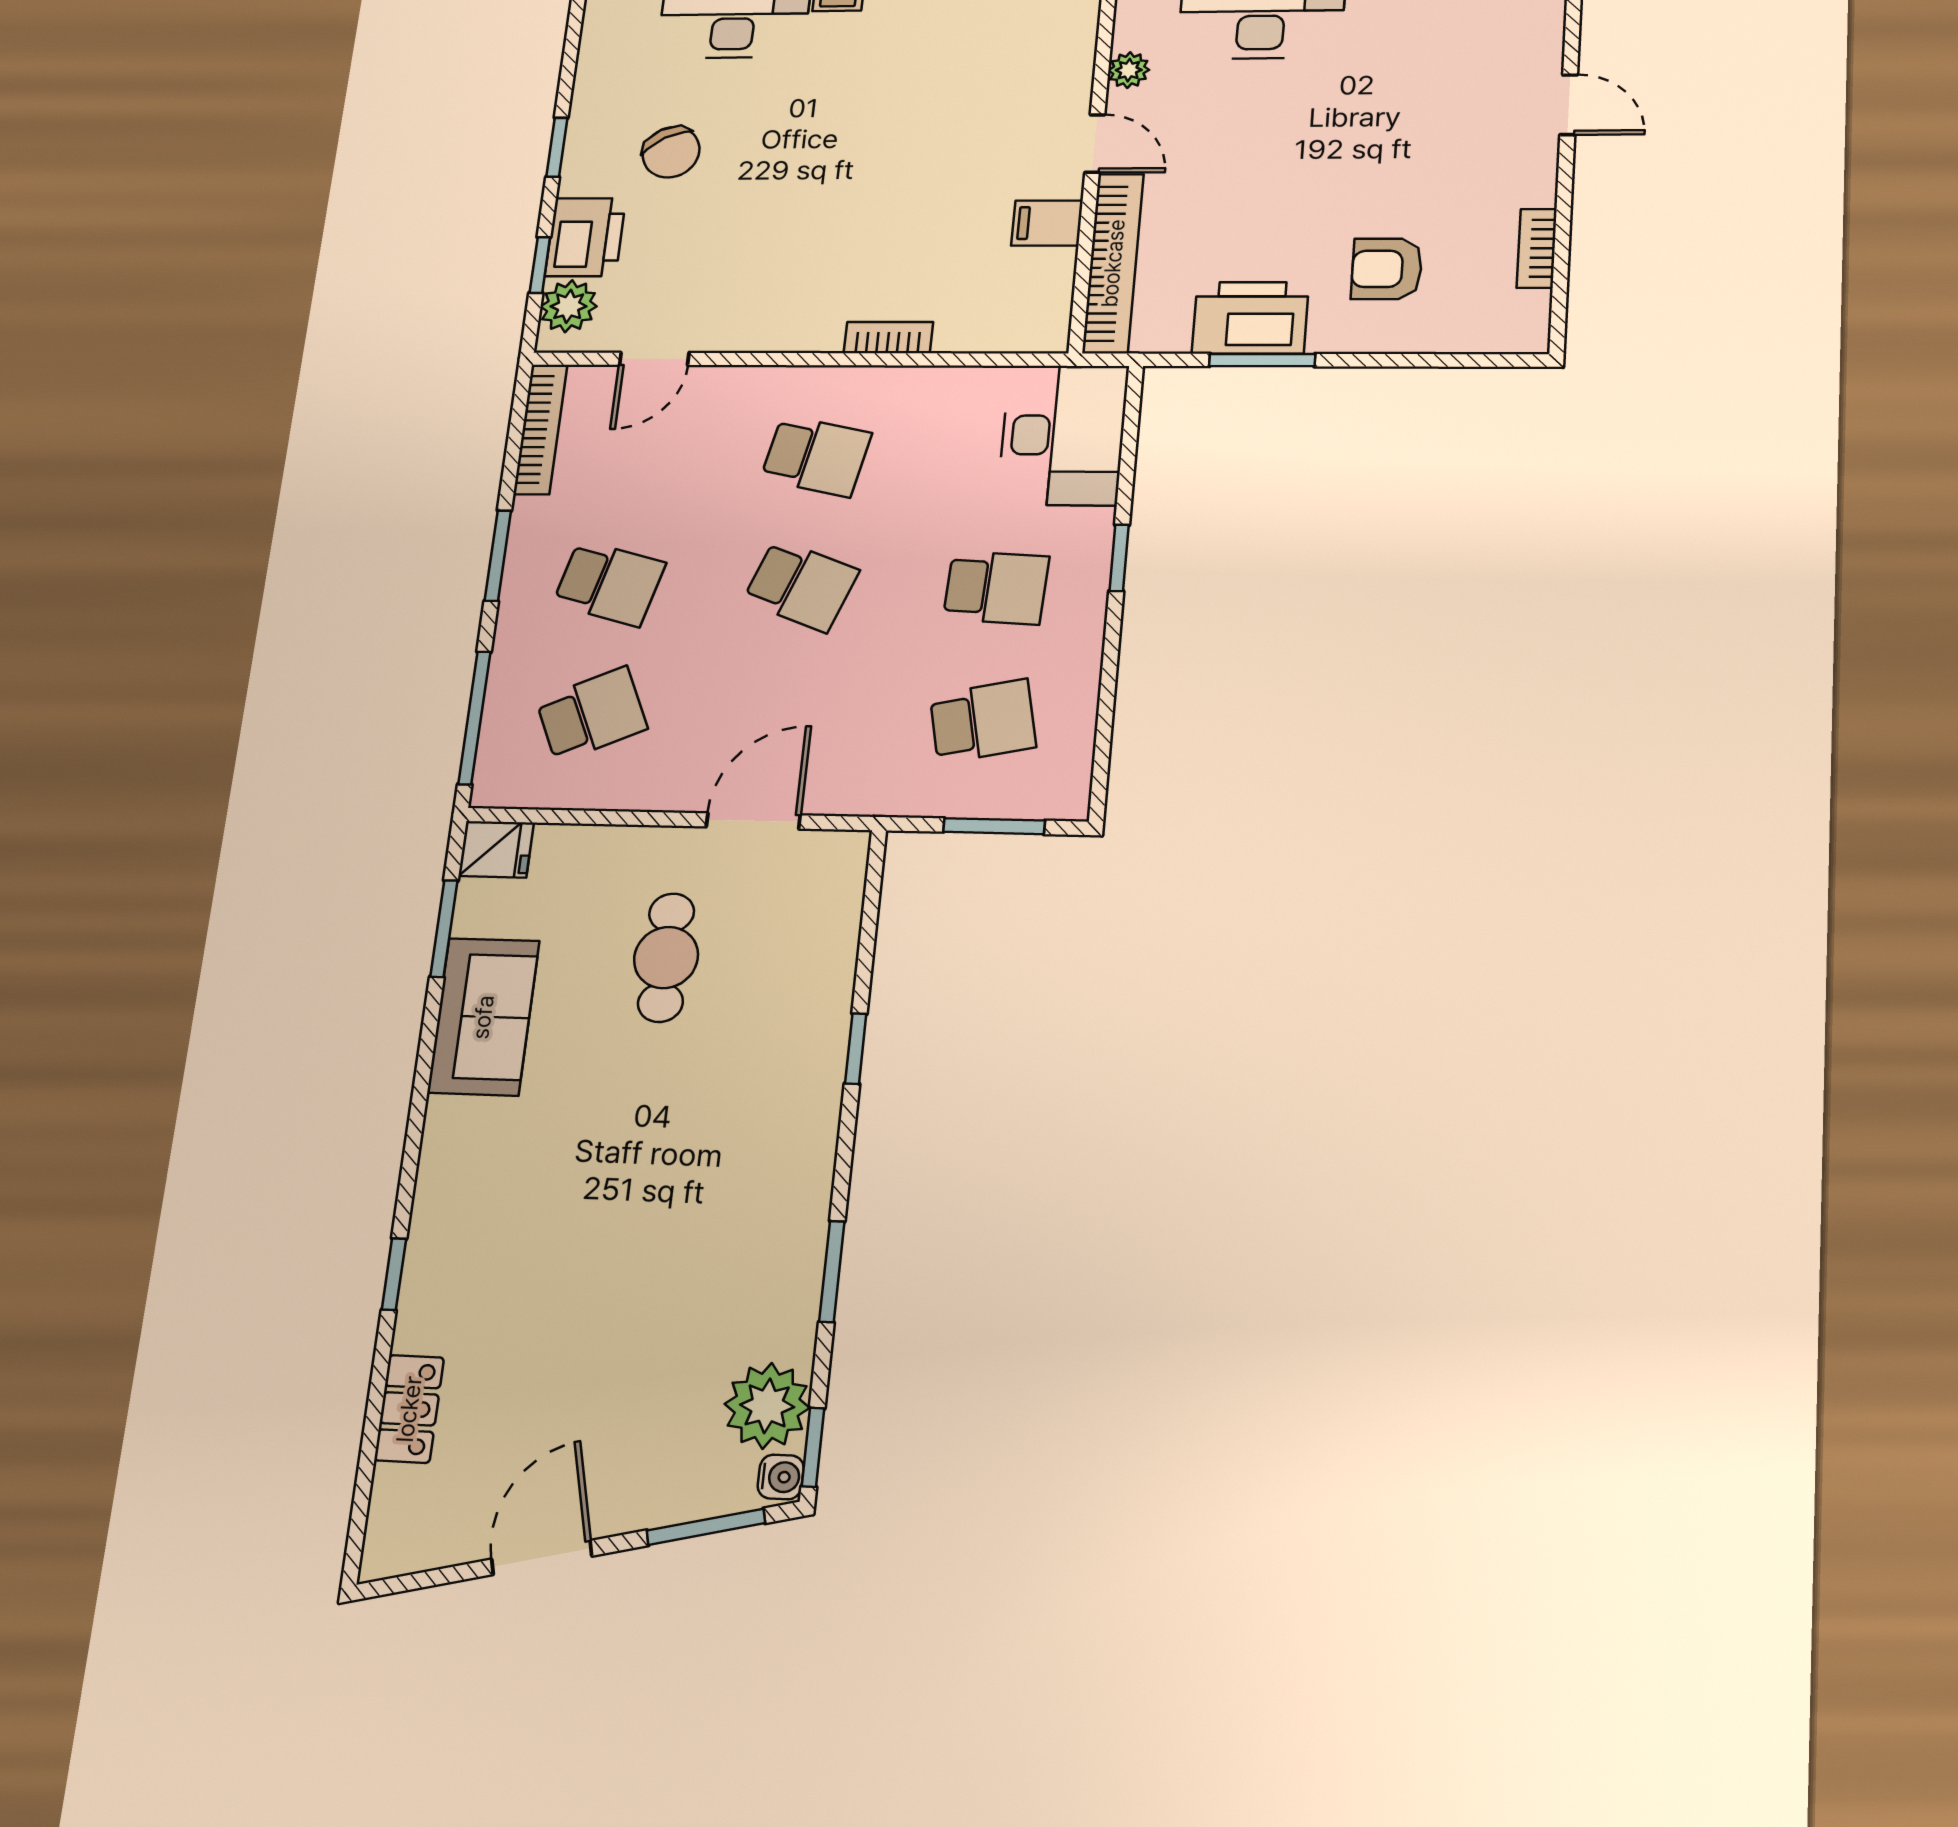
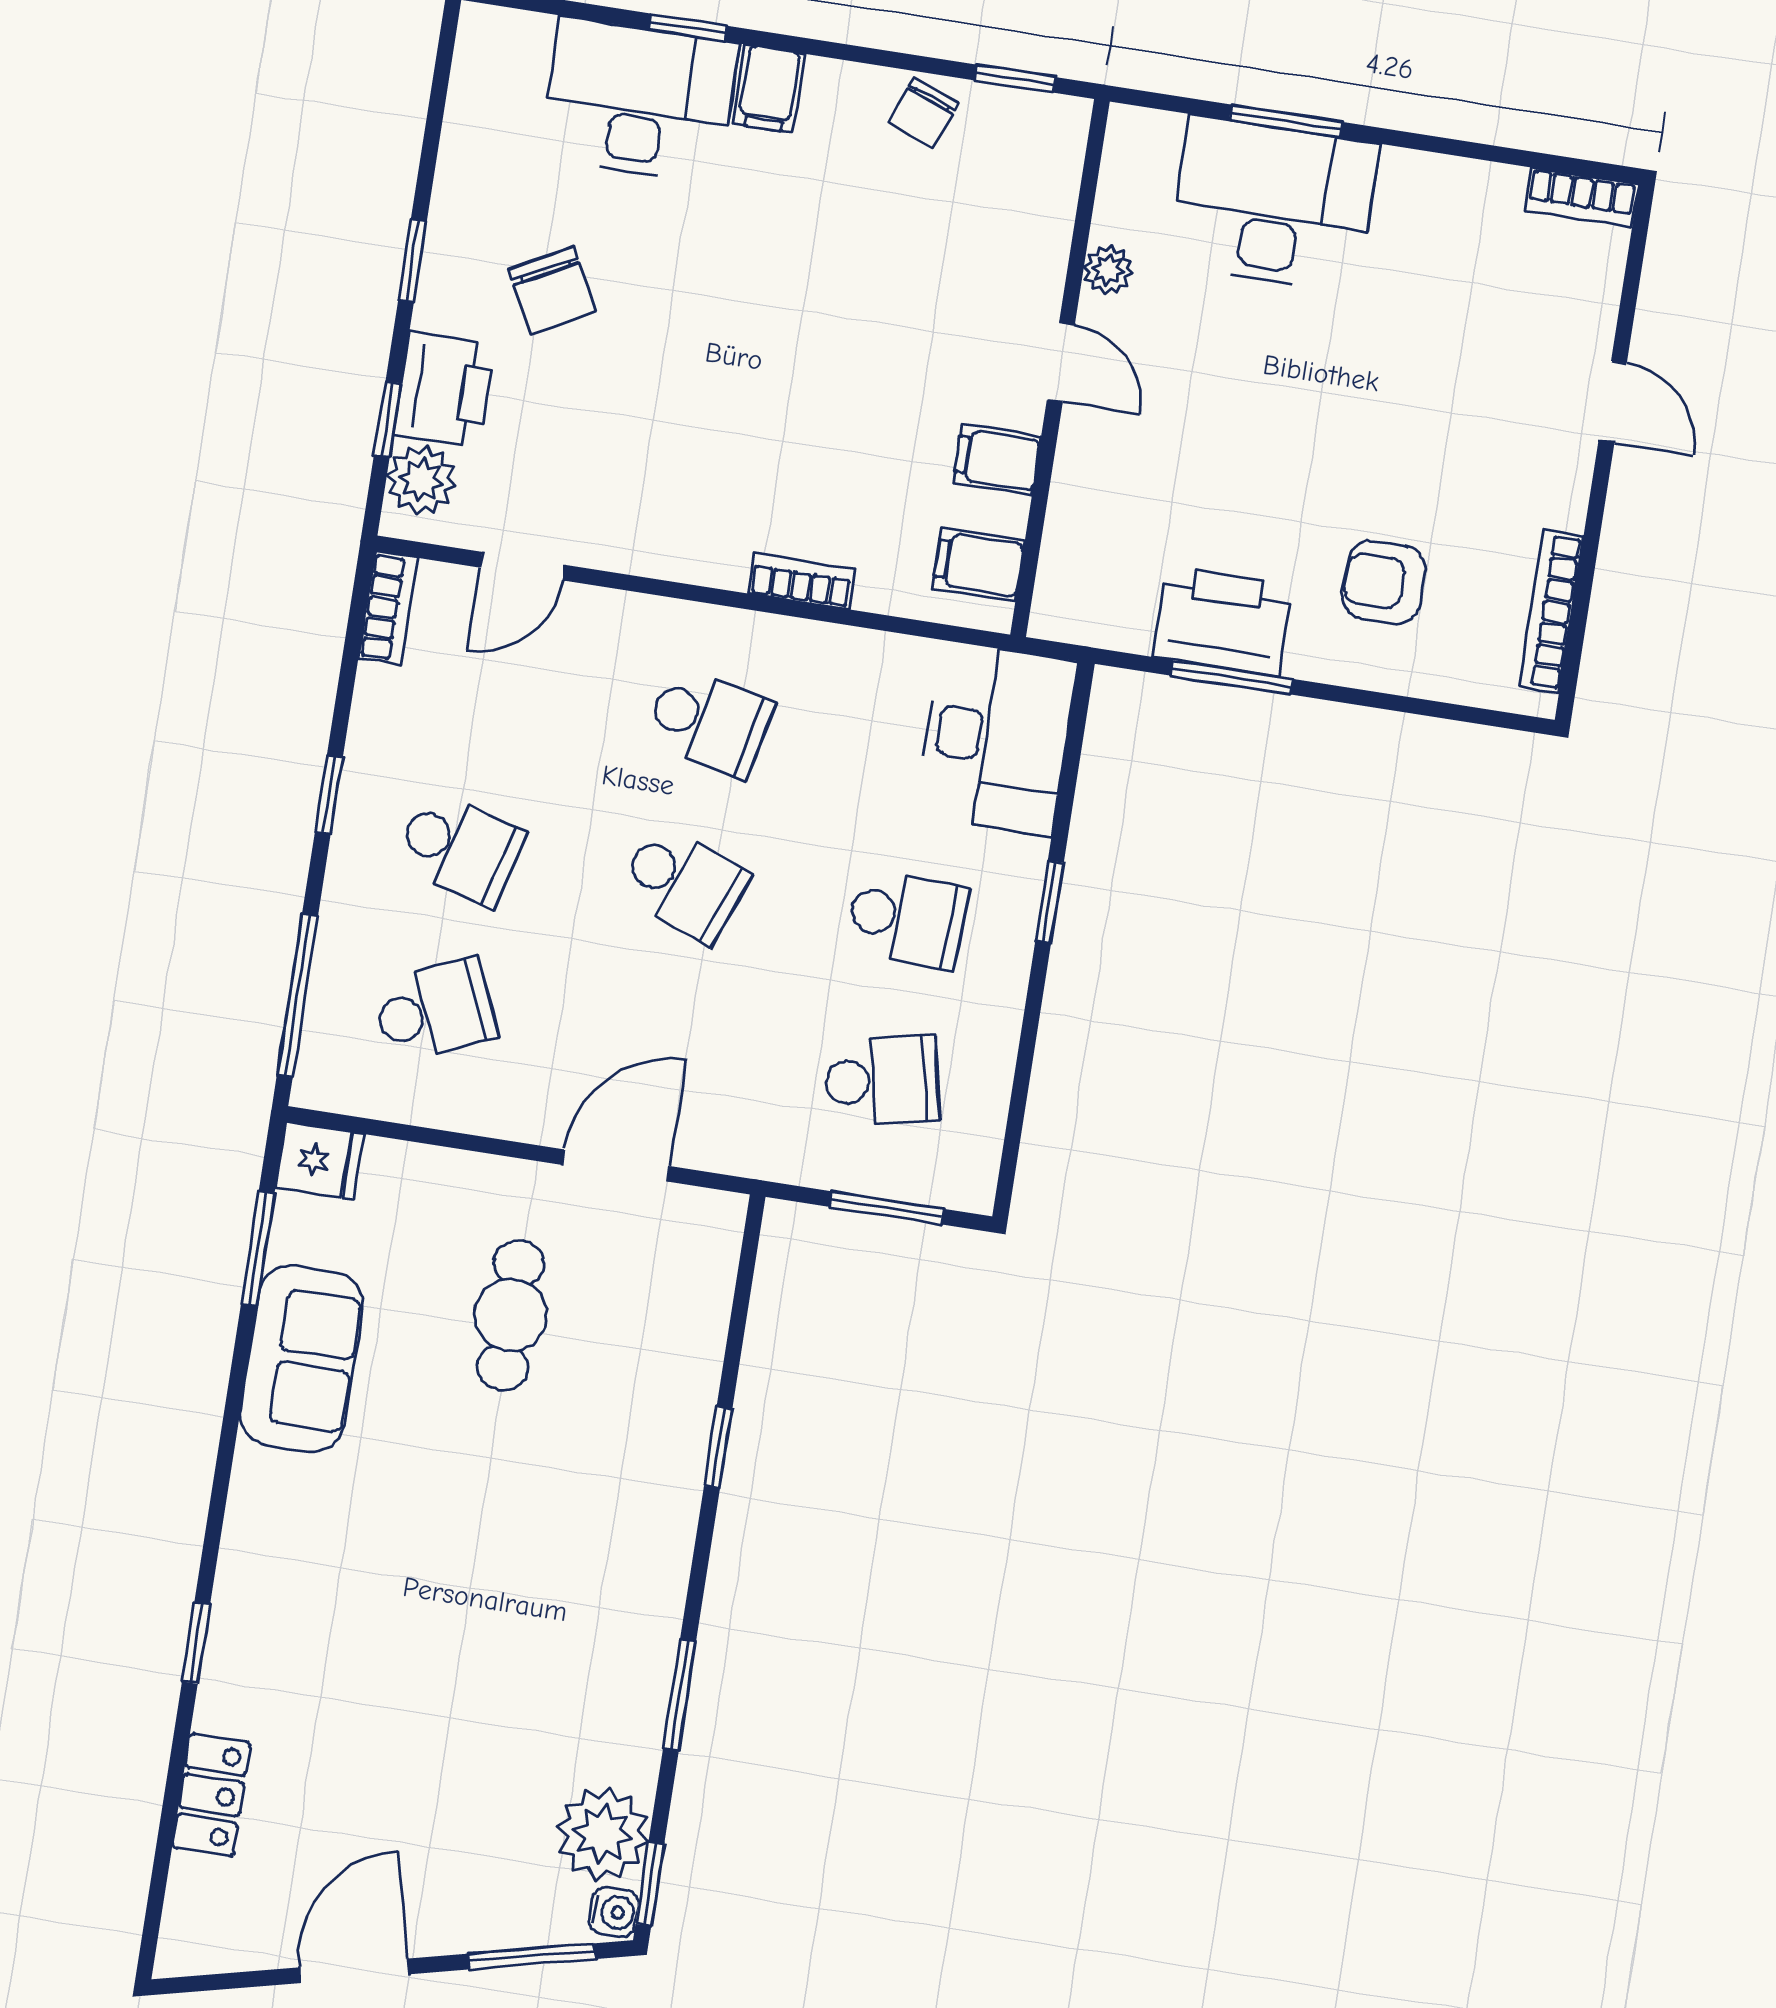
bookcase: (1537, 248) -> (1551, 611), width x1.56
bookcase: (1113, 263) -> (1070, 525), removed
filing cabinet: (1037, 304) -> (979, 564), added
bookcase: (540, 429) -> (388, 608), width x0.64
window: (498, 556) -> (329, 795), width x0.67

